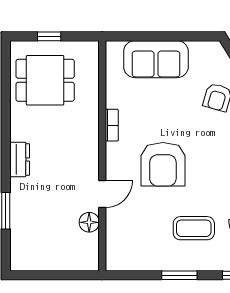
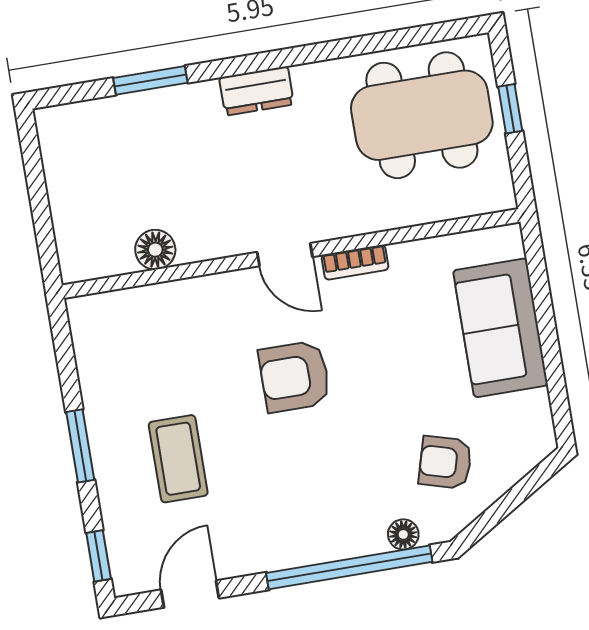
dining table: (45, 80) -> (422, 115), width x1.38
armchair: (163, 164) -> (295, 376), width x0.73, depth x0.73
door: (102, 194) -> (285, 255), moved

